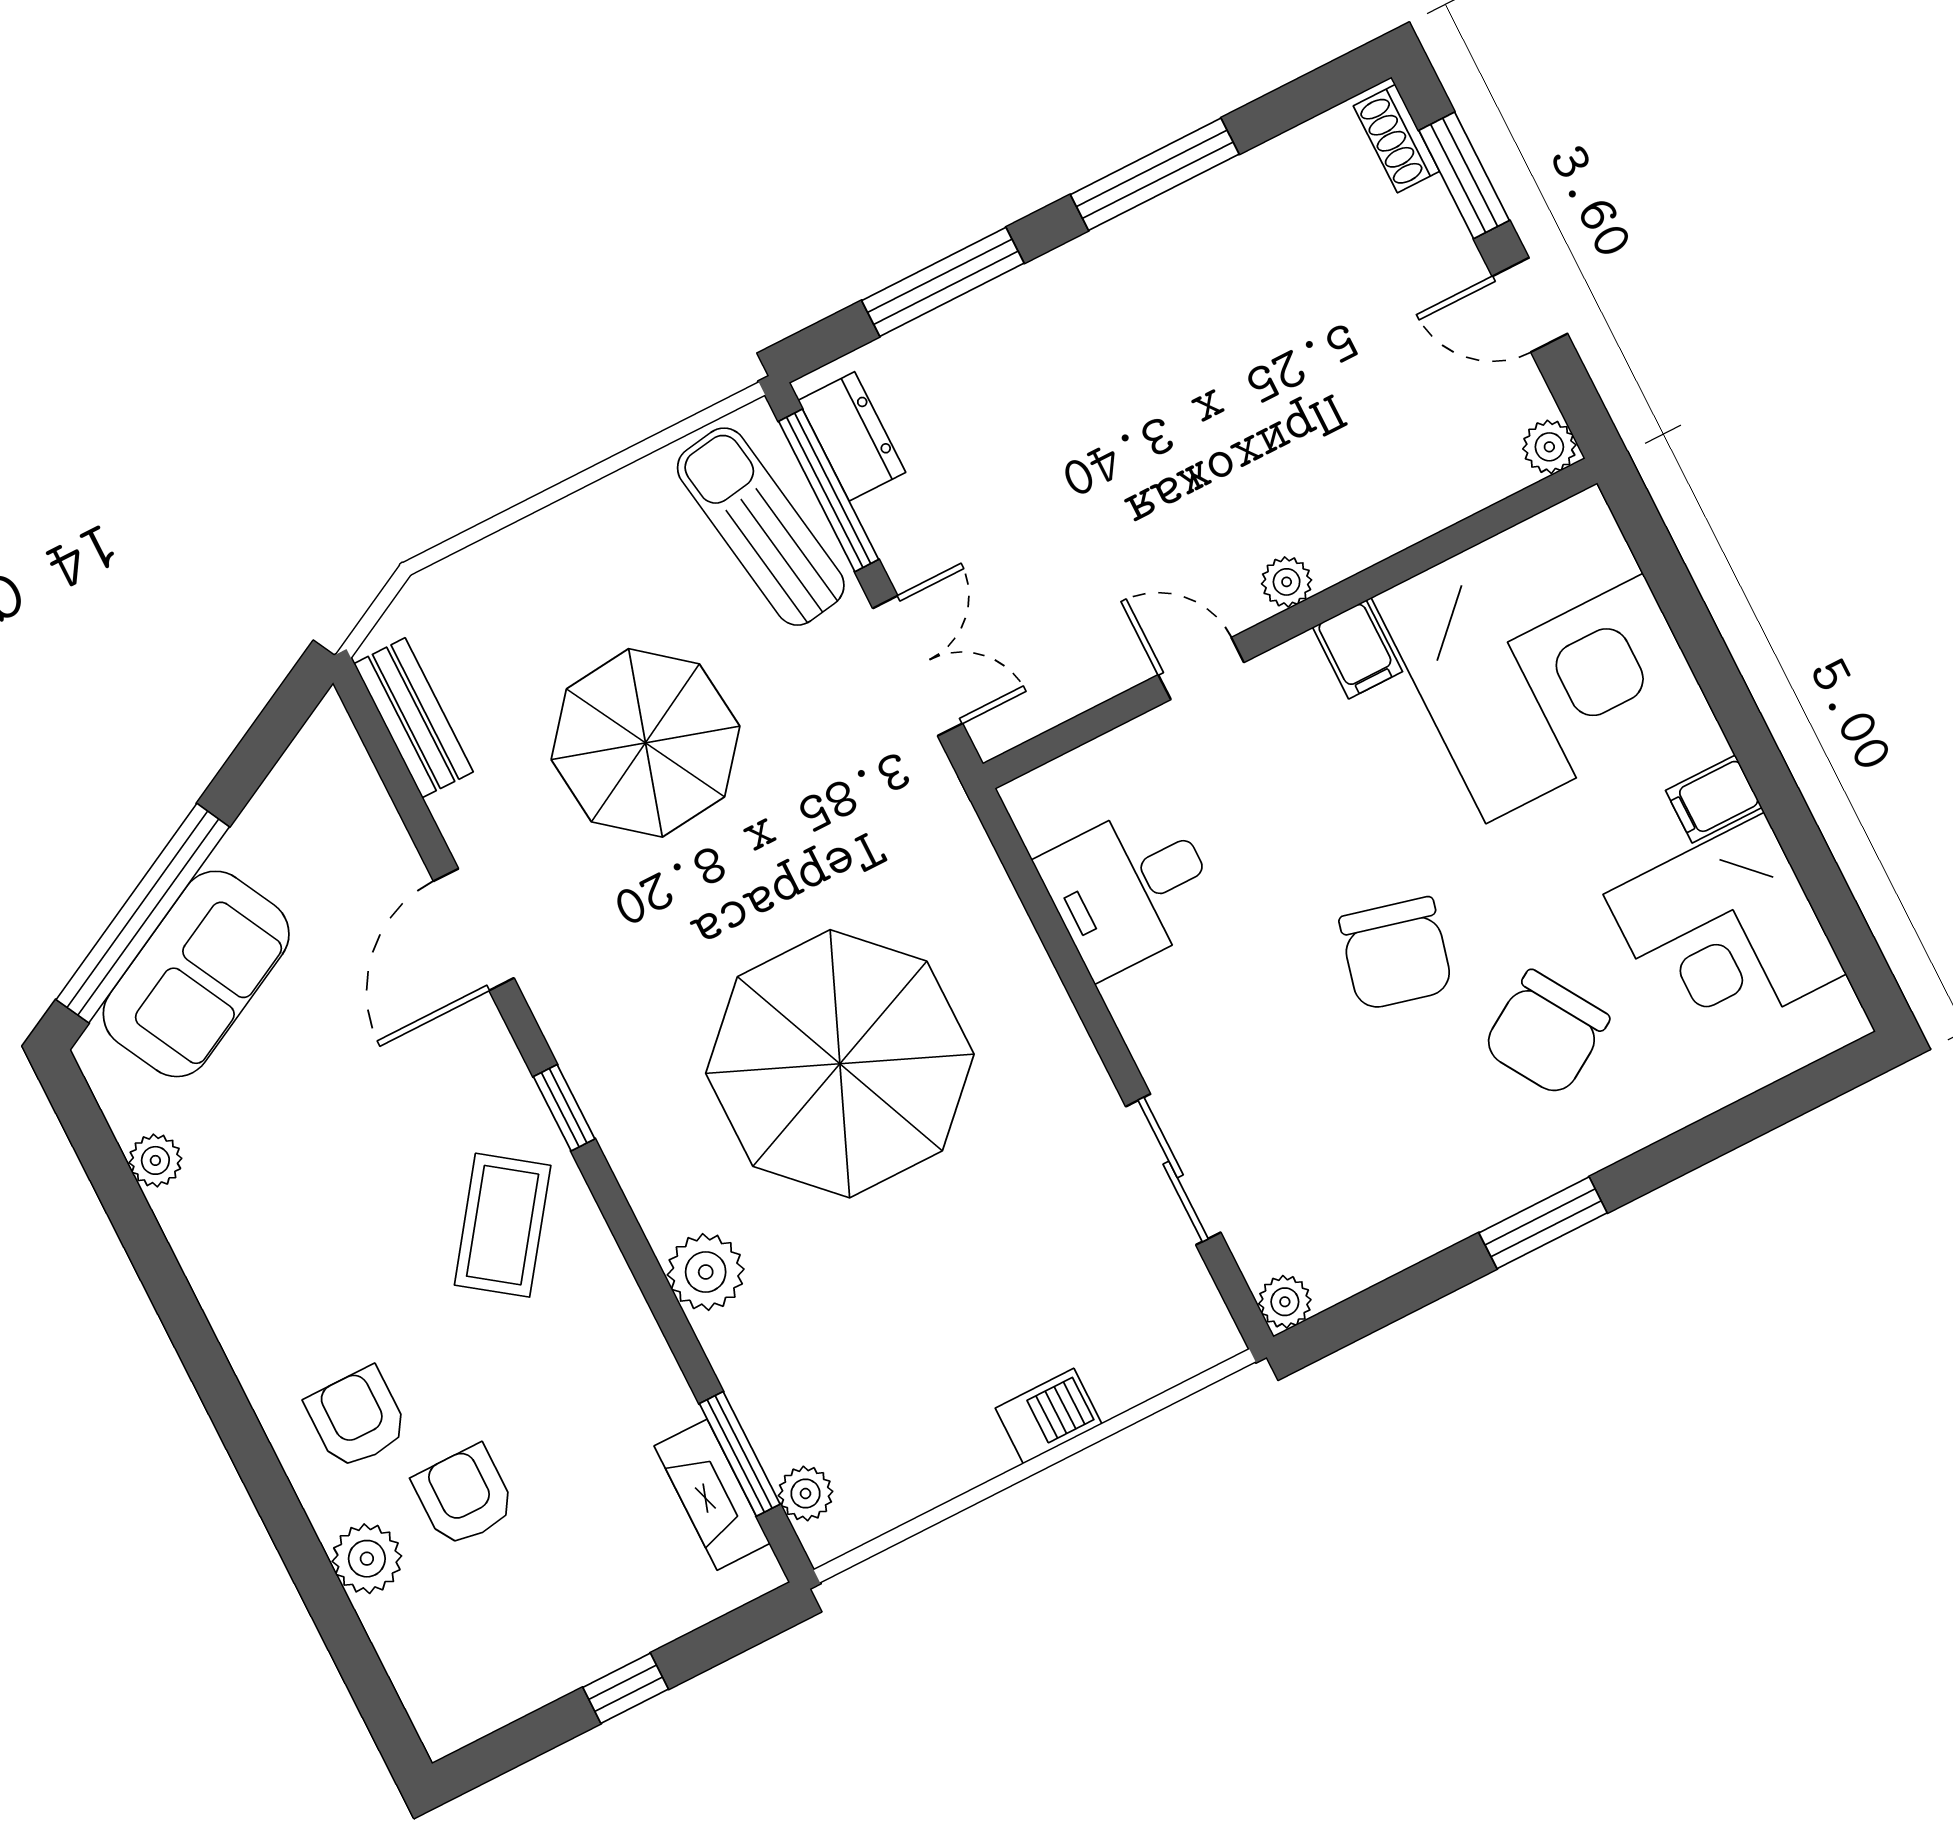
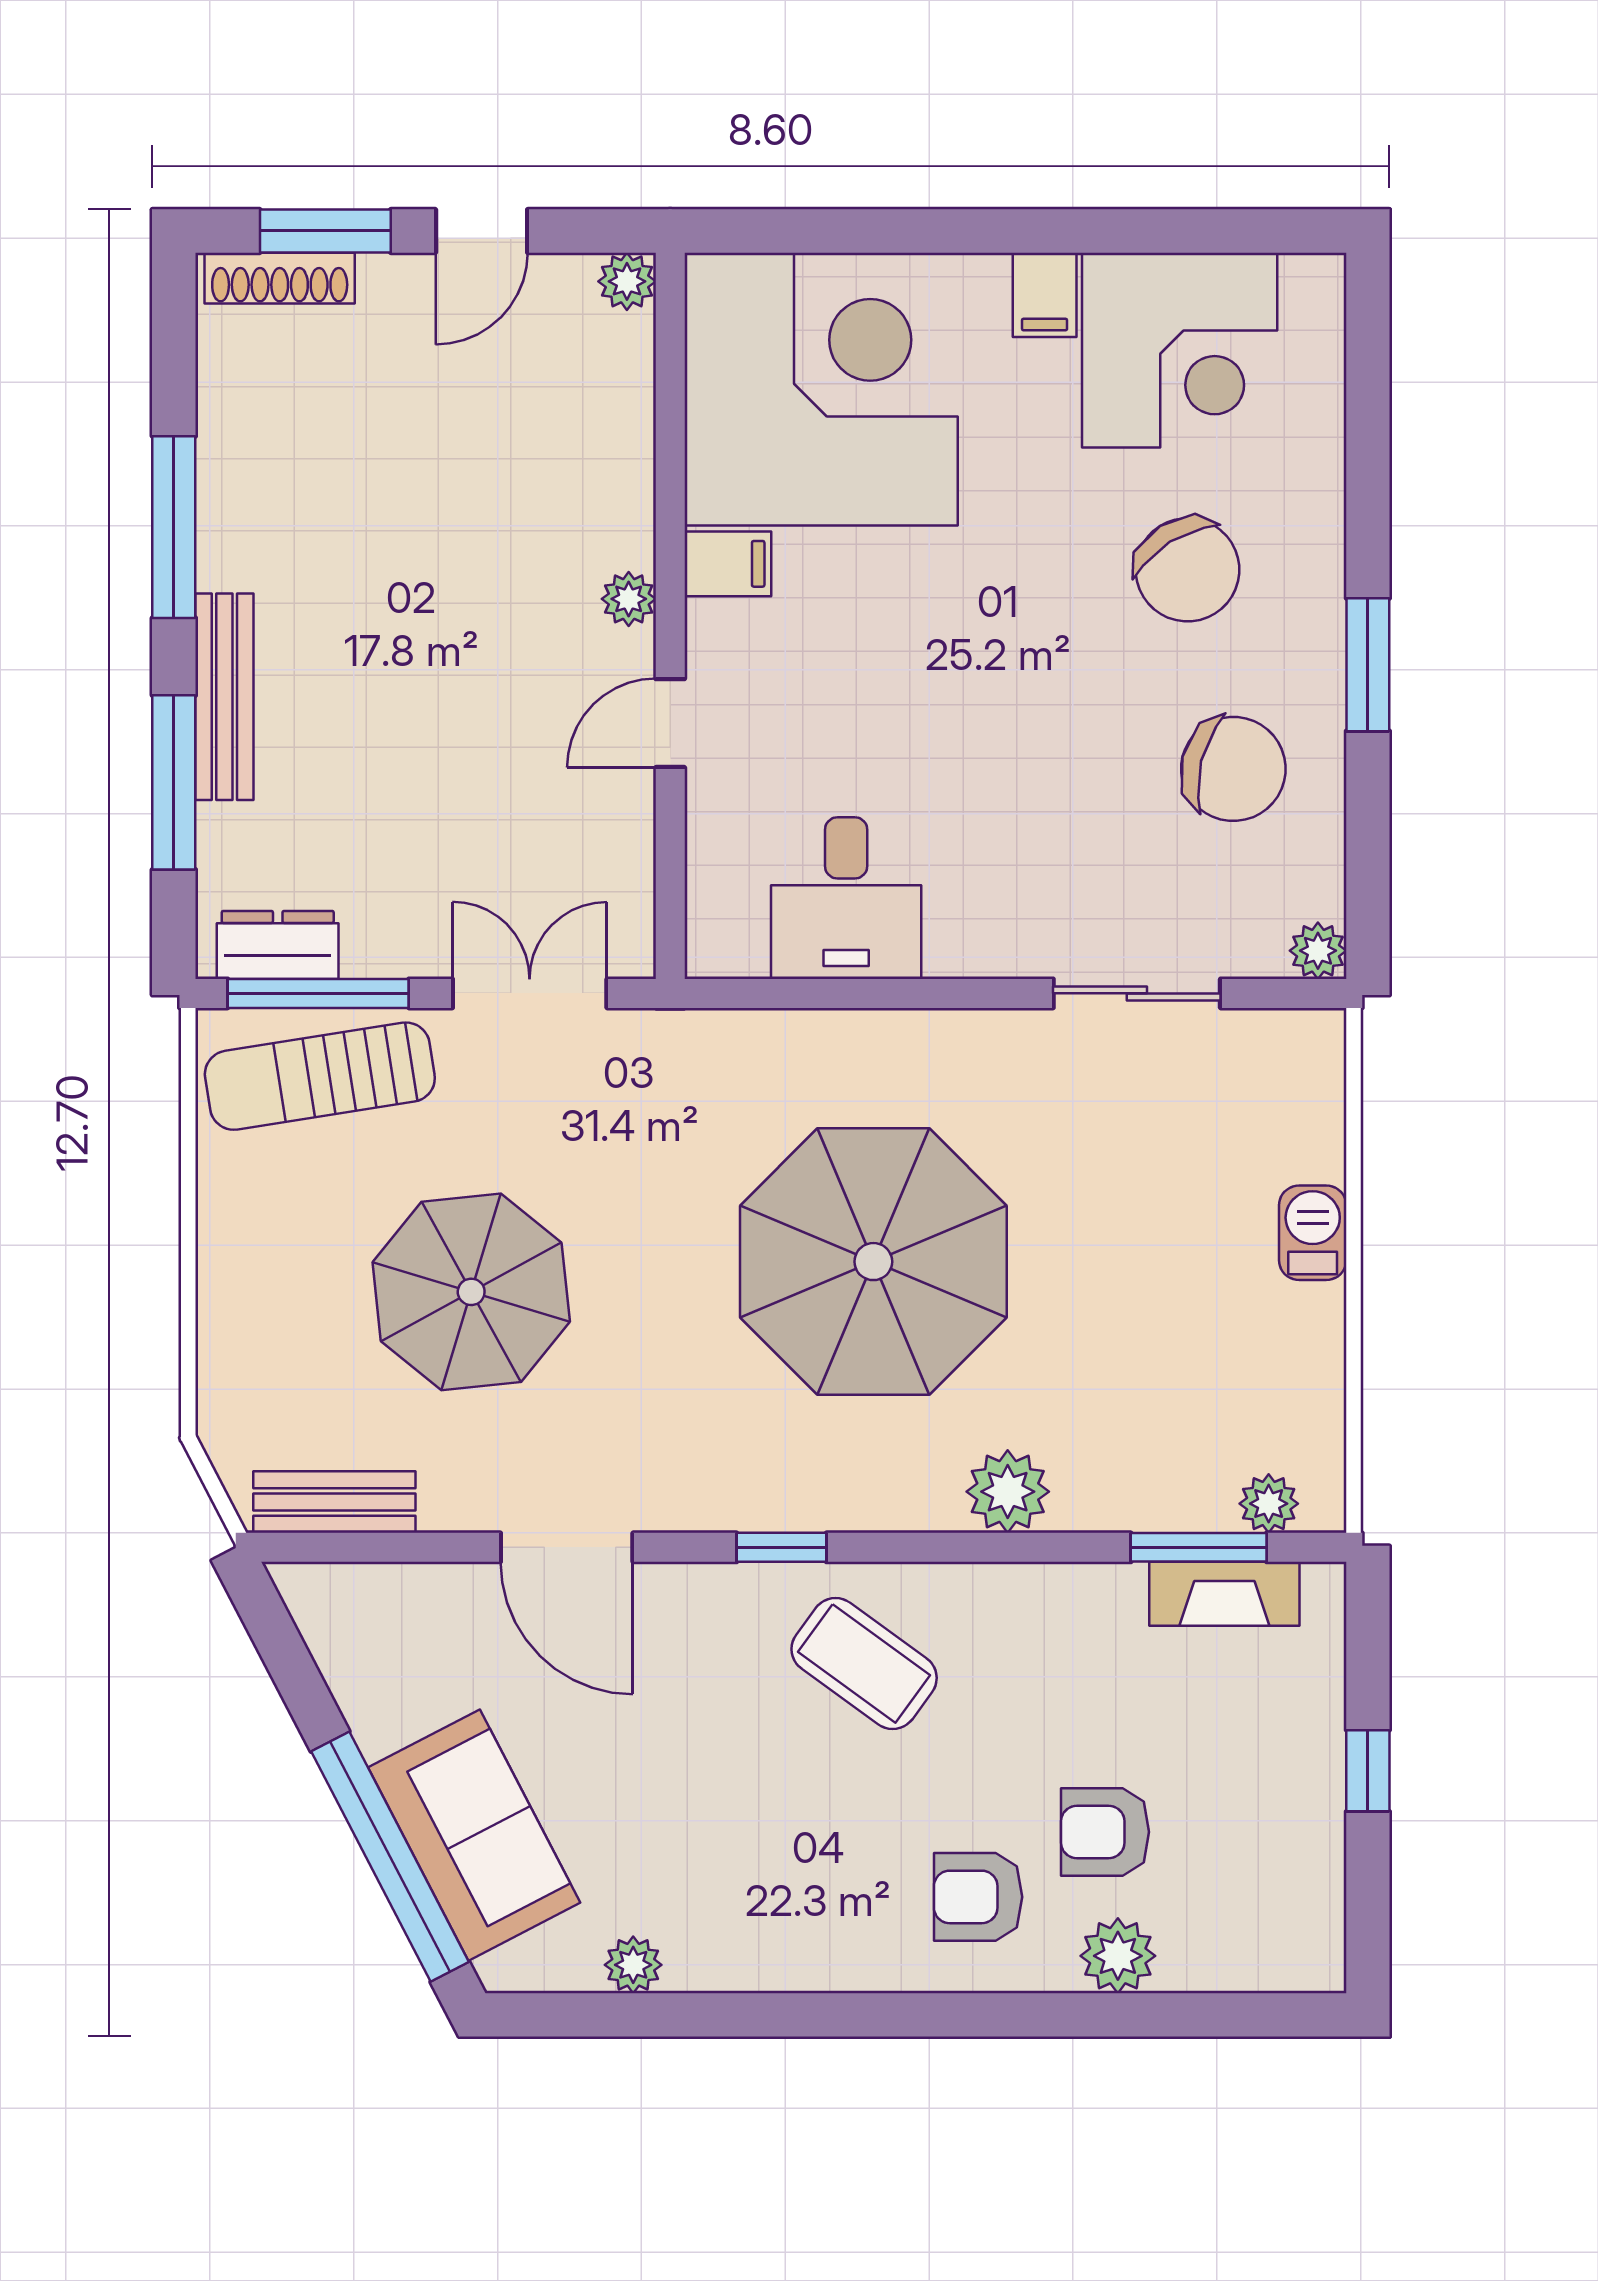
shoe rack: (1396, 139) -> (280, 278), width x1.43
bench: (1035, 288) -> (224, 697), added
chair: (1396, 954) -> (1233, 769), moved

